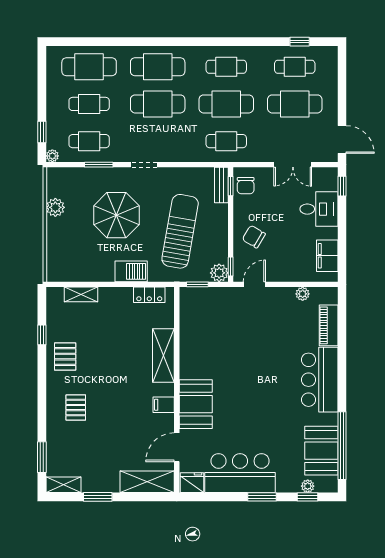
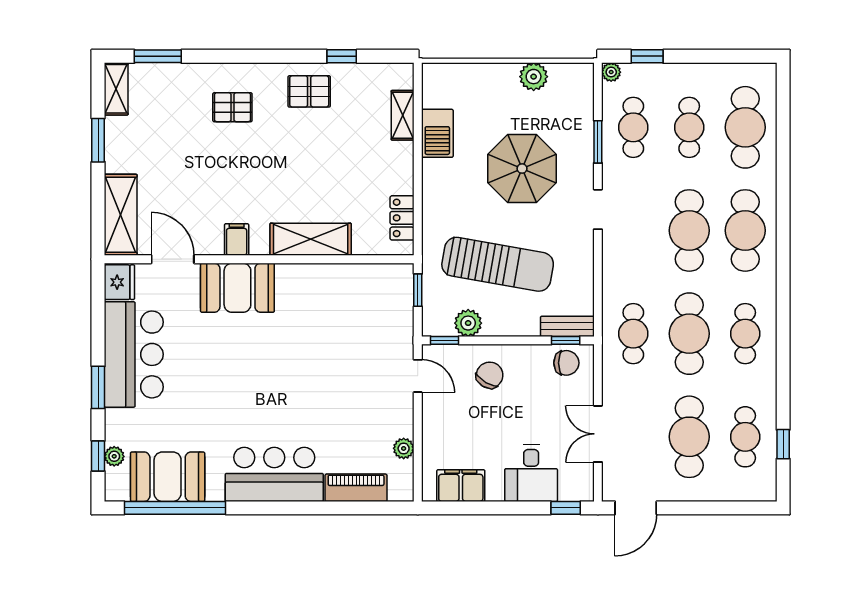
chair: (246, 186) -> (566, 363), turned 180
barbecue: (131, 271) -> (437, 133), moved
plant: (219, 273) -> (468, 323), moved

